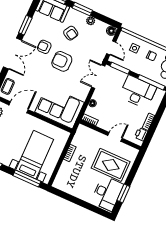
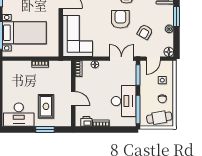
armchair: (71, 33) -> (145, 32), moved
rug: (111, 165) -> (46, 106), width x0.73, depth x0.70
window: (123, 193) -> (45, 130), moved

